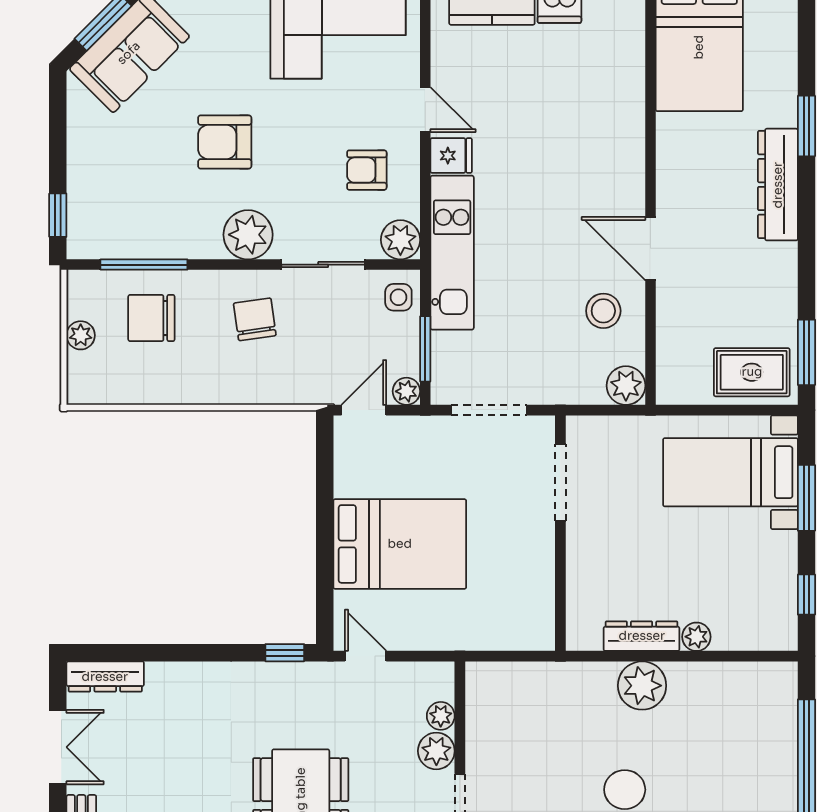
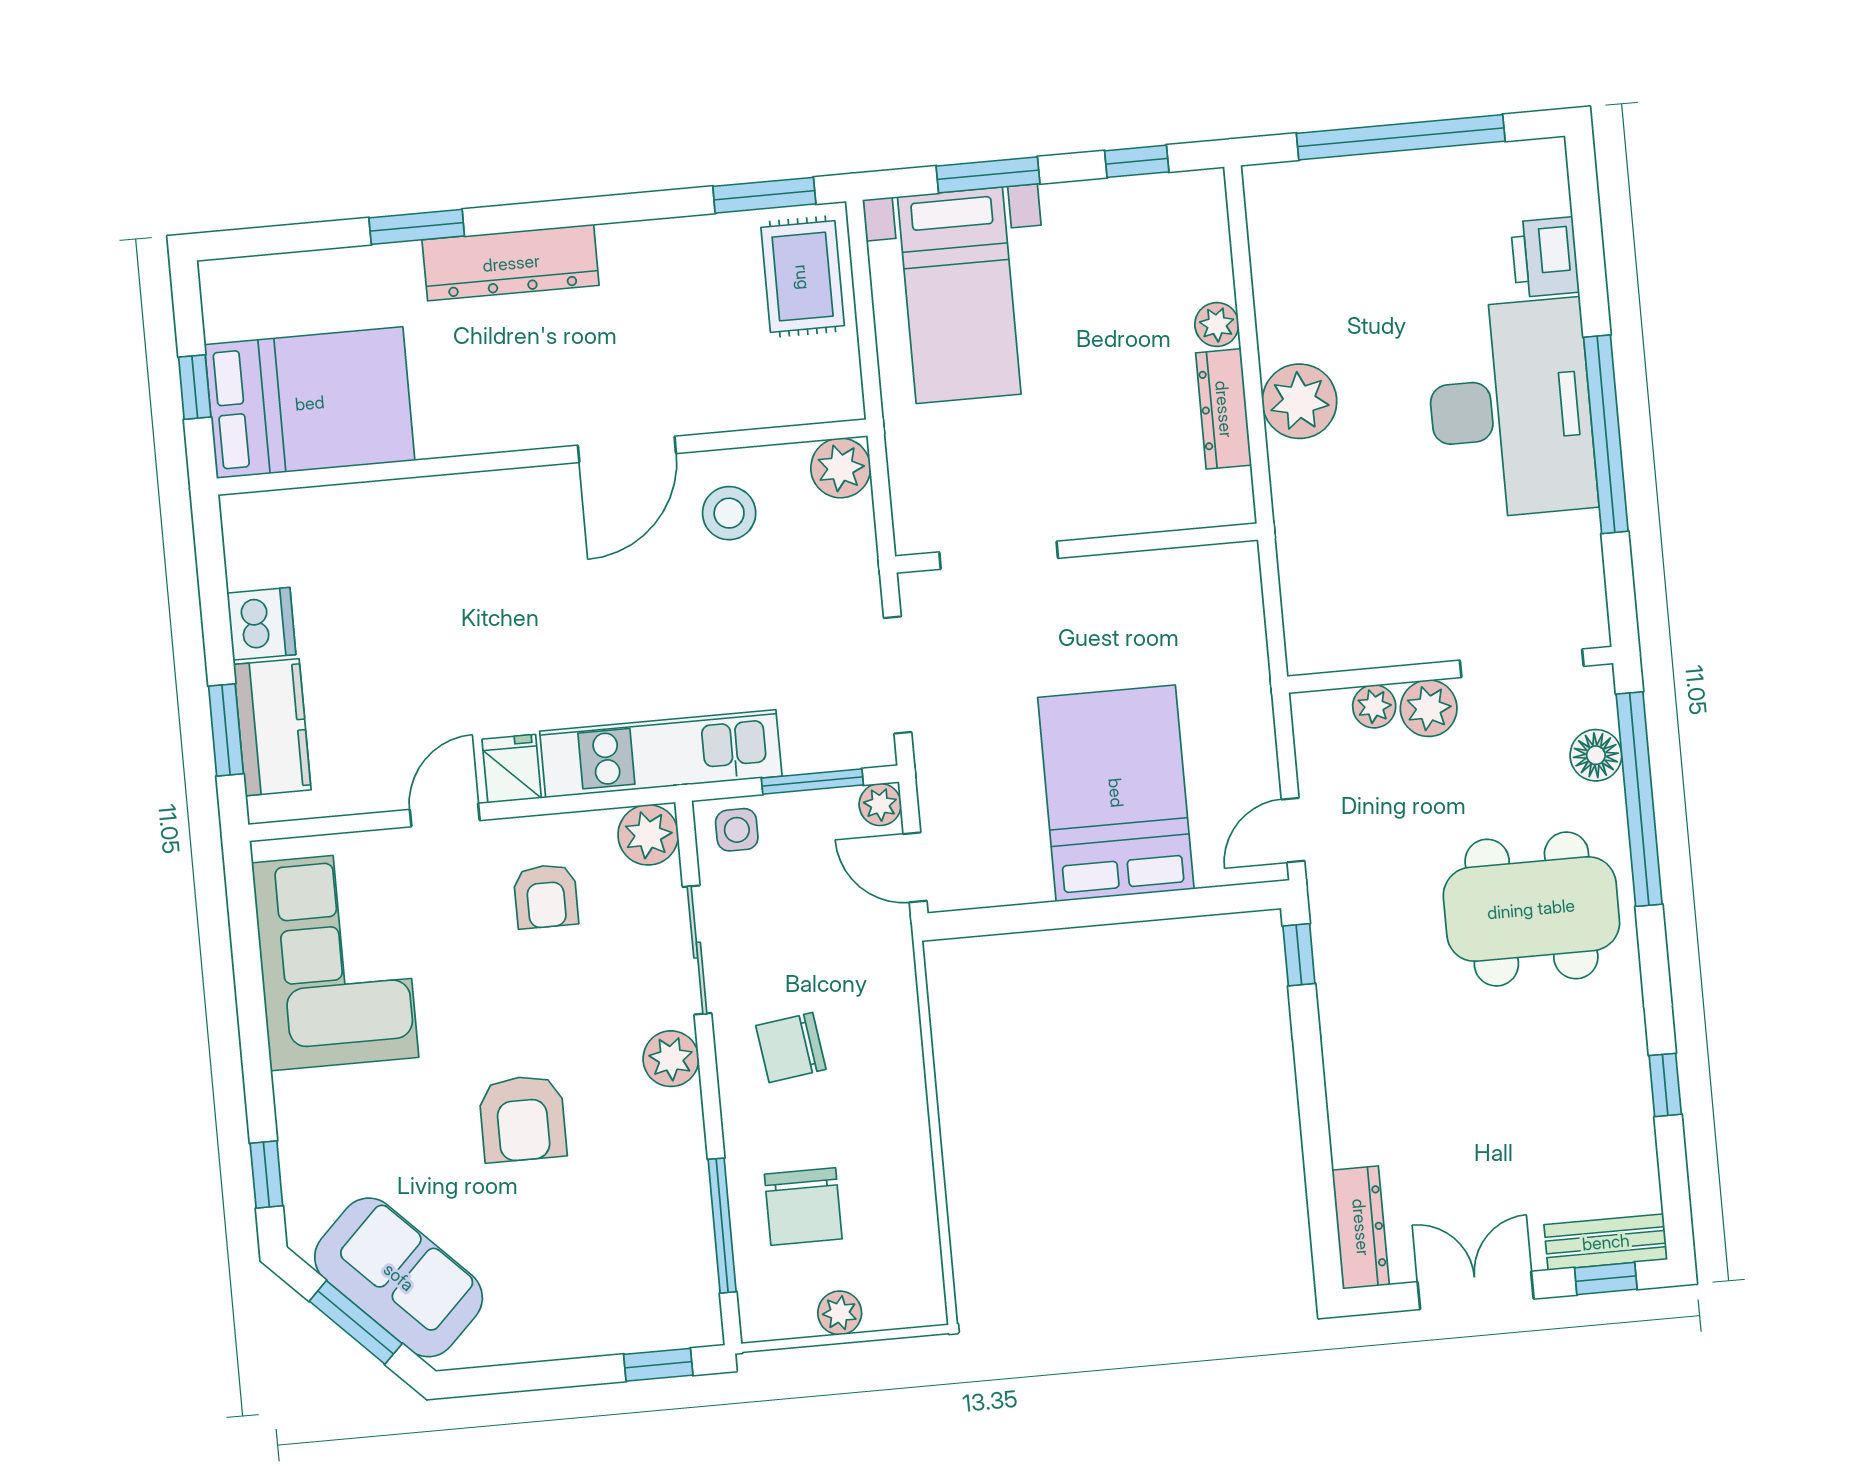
plant: (248, 235) -> (671, 1059), width x0.73, depth x0.73

